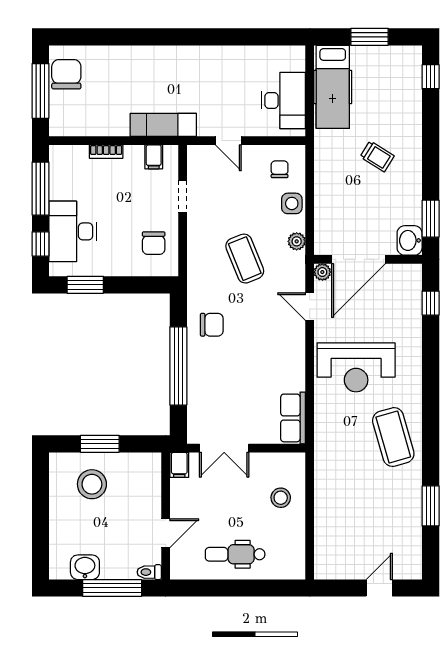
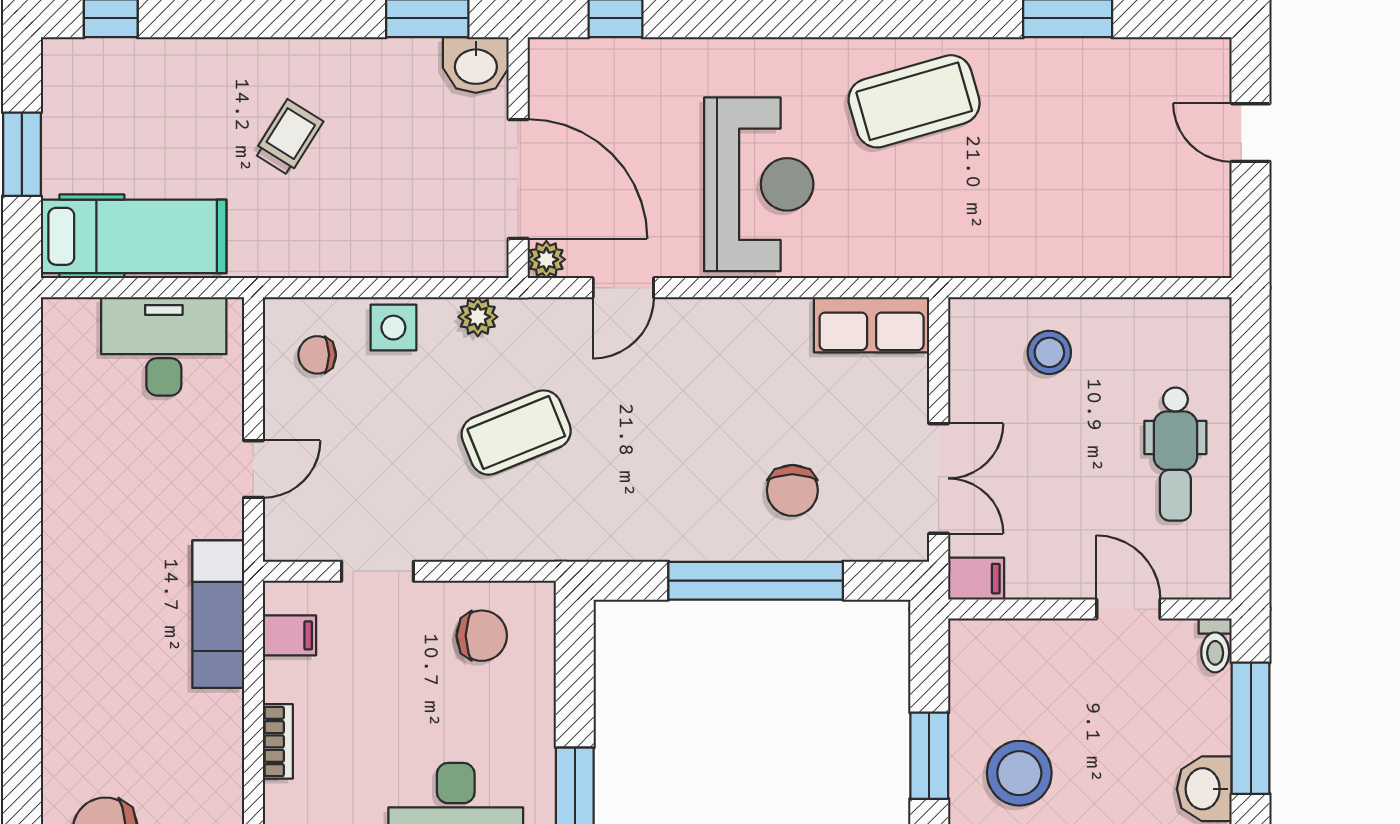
chair: (212, 325) -> (792, 490), moved, turned 180

